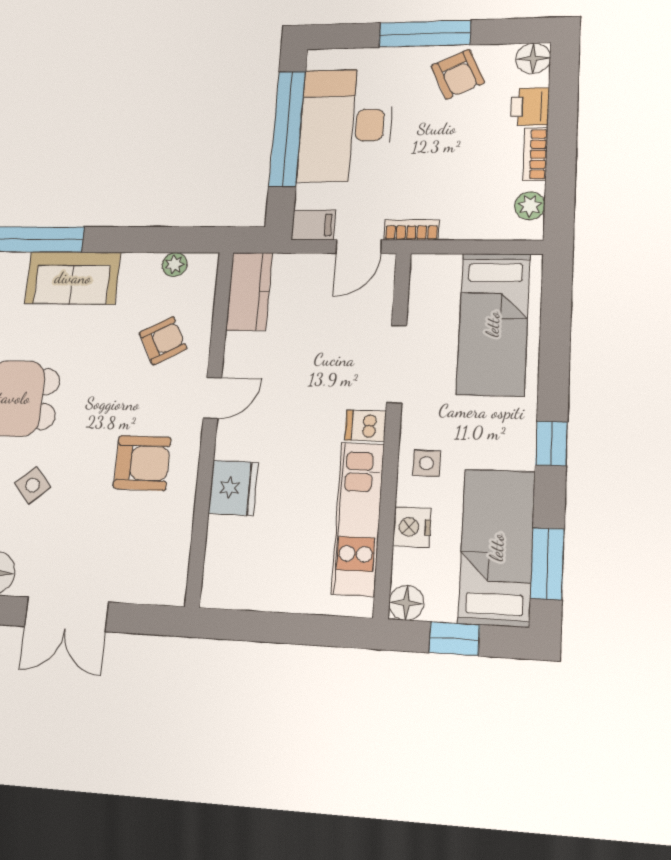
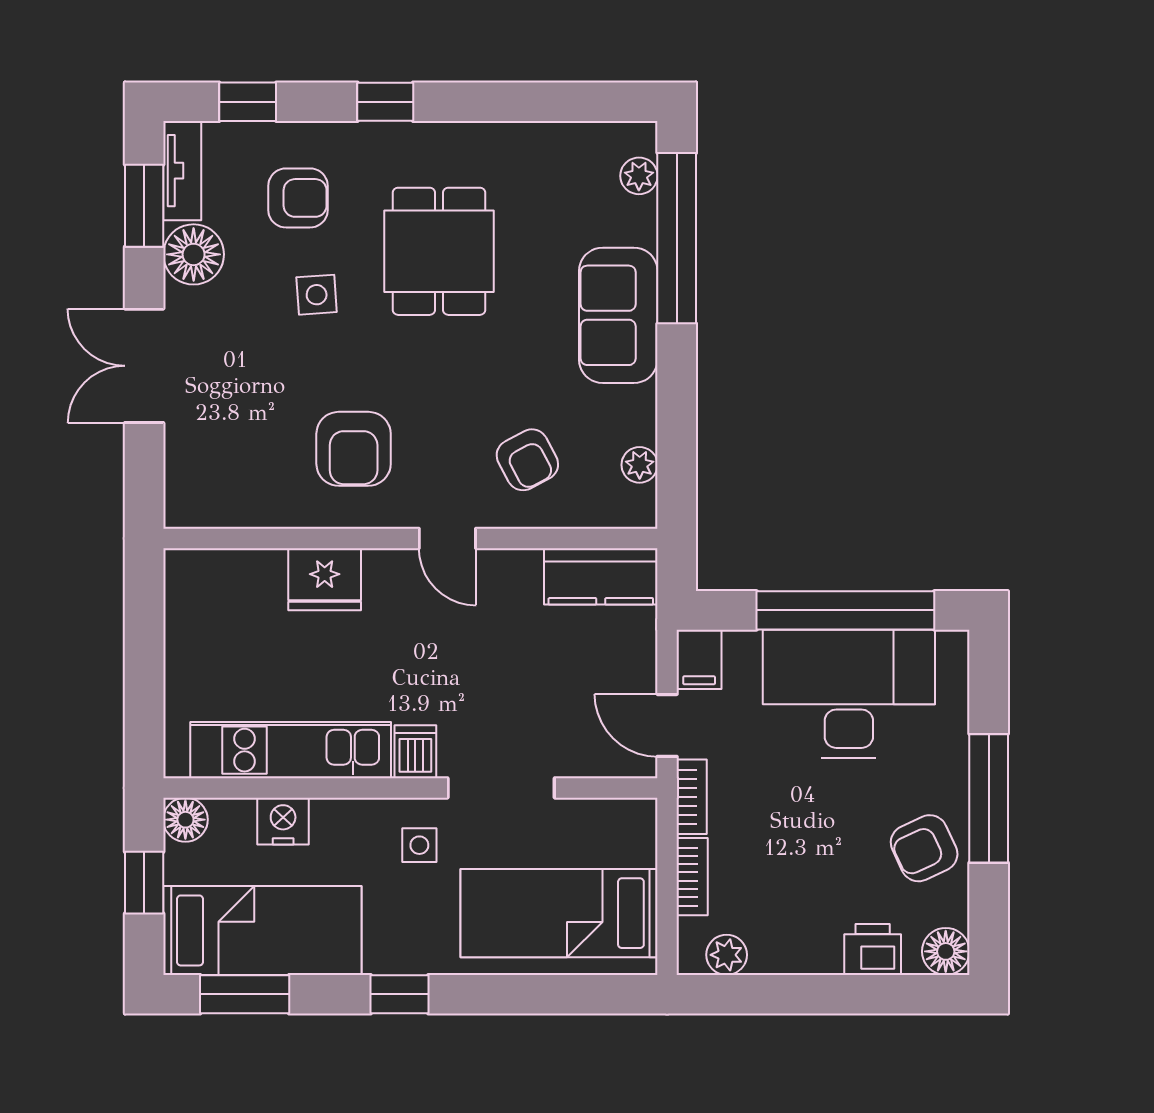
bookcase: (535, 154) -> (692, 877), moved, turned 90
side table: (426, 463) -> (419, 845), moved
side table: (33, 485) -> (317, 295), turned 37

